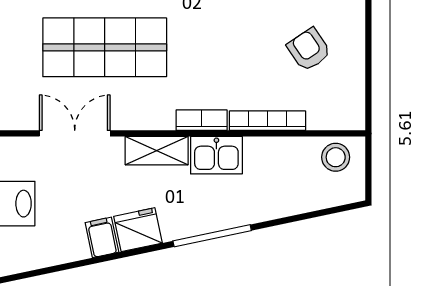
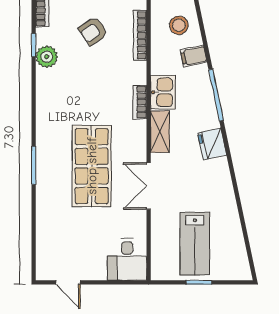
bookcase: (267, 121) -> (140, 35), moved
stool: (336, 157) -> (179, 25), moved
filing cabinet: (102, 237) -> (194, 56), moved

